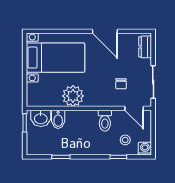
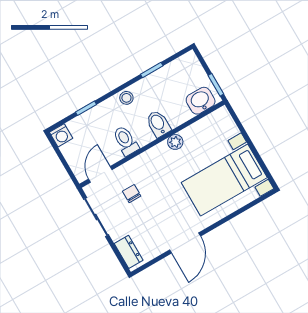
door: (105, 31) -> (185, 243), swing flipped
plant: (73, 96) -> (175, 142), width x0.53, depth x0.53
door: (134, 108) -> (100, 174), hinge flipped
bidet: (58, 119) -> (158, 124), moved
stool: (125, 140) -> (126, 98), moved

